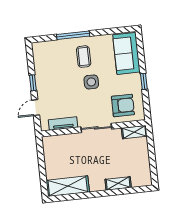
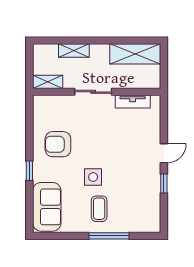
tv unit: (63, 123) -> (133, 102), moved
wall: (93, 128) -> (97, 92), moved
sliding door: (96, 128) -> (93, 92), moved
shelving: (134, 132) -> (48, 82), moved

